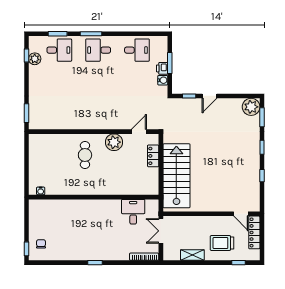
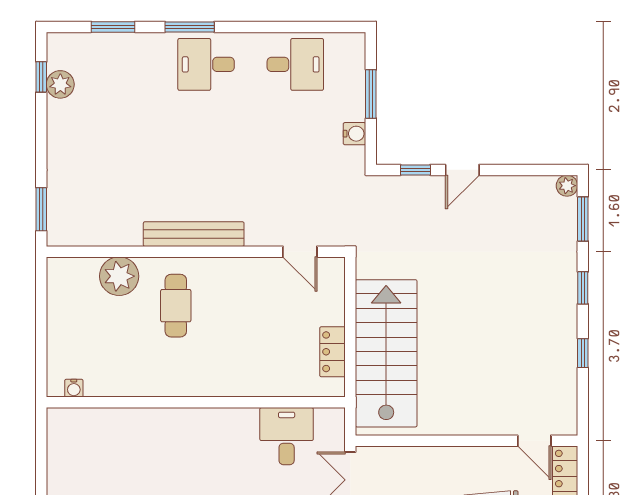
desk: (59, 50) -> (117, 64), removed
printer: (162, 68) -> (353, 107), removed
plant: (251, 107) -> (567, 186), width x0.53, depth x0.53
bench: (93, 124) -> (194, 234), added
door: (139, 132) -> (300, 252), swing flipped
plant: (114, 142) -> (119, 276), moved
locker: (153, 156) -> (333, 352), moved

